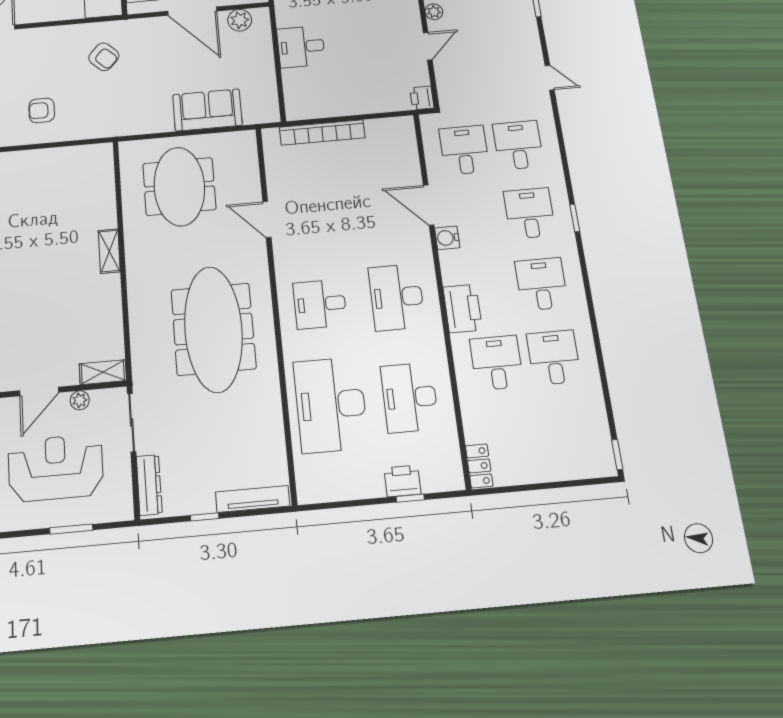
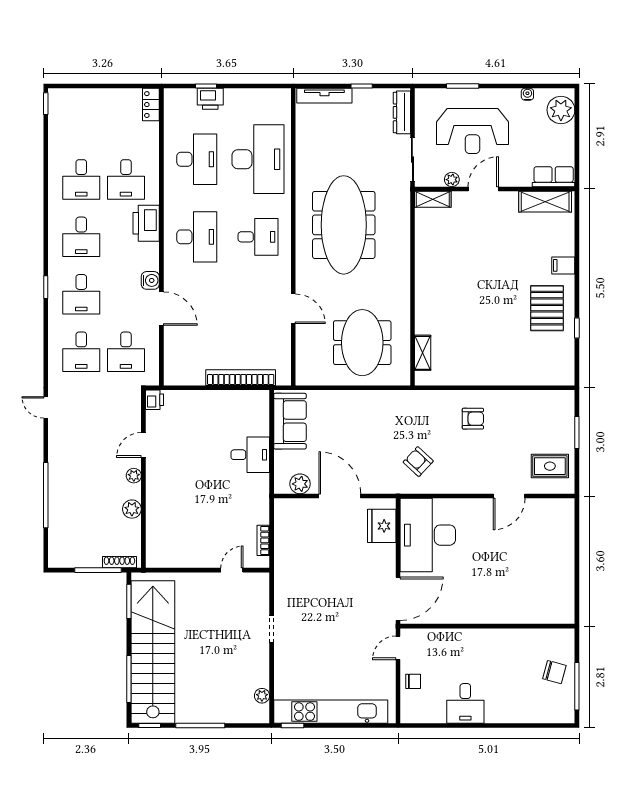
sofa: (207, 110) -> (290, 421), moved, turned -90
shelving: (109, 251) -> (423, 353), moved

